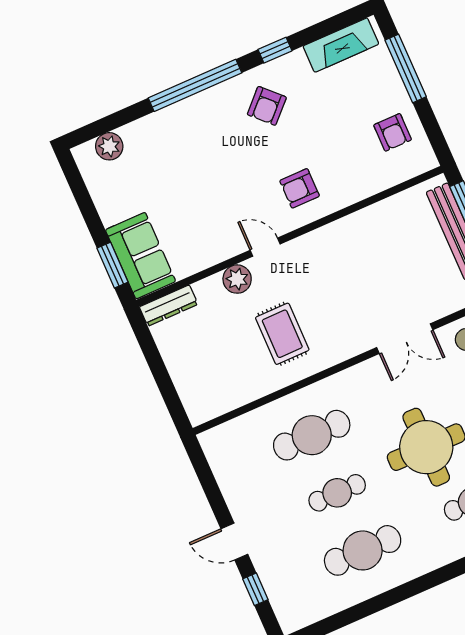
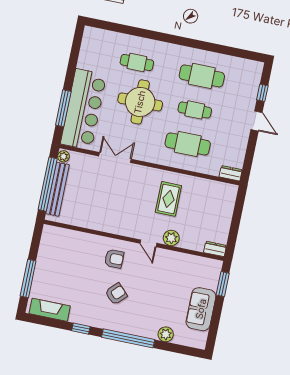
armchair: (267, 106) -> (116, 294), moved
armchair: (393, 132) -> (54, 254), removed
plant: (109, 146) -> (166, 334), moved
sofa: (140, 256) -> (201, 309), moved
dresser: (169, 306) -> (215, 249), width x0.70
dresser: (218, 437) -> (231, 173), added

